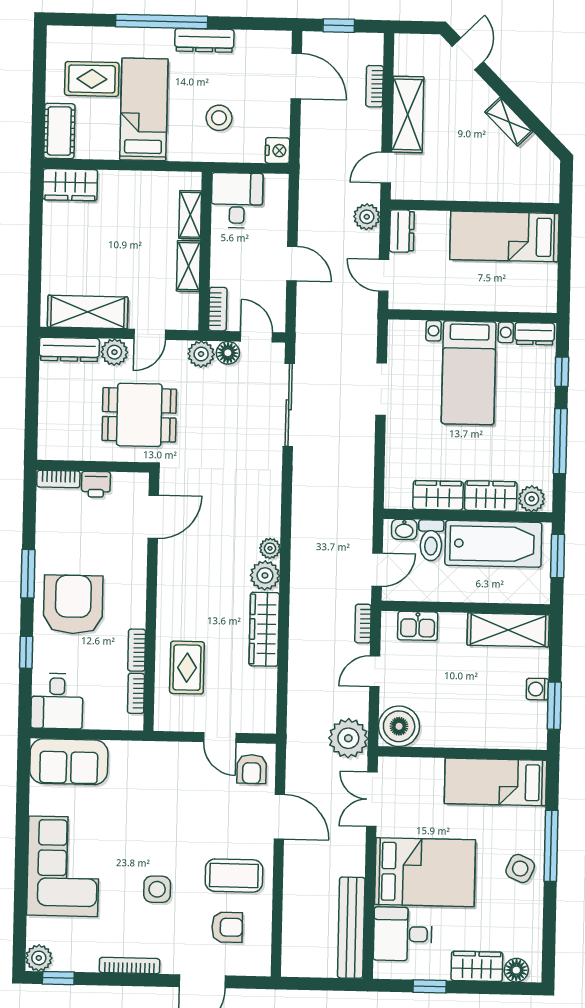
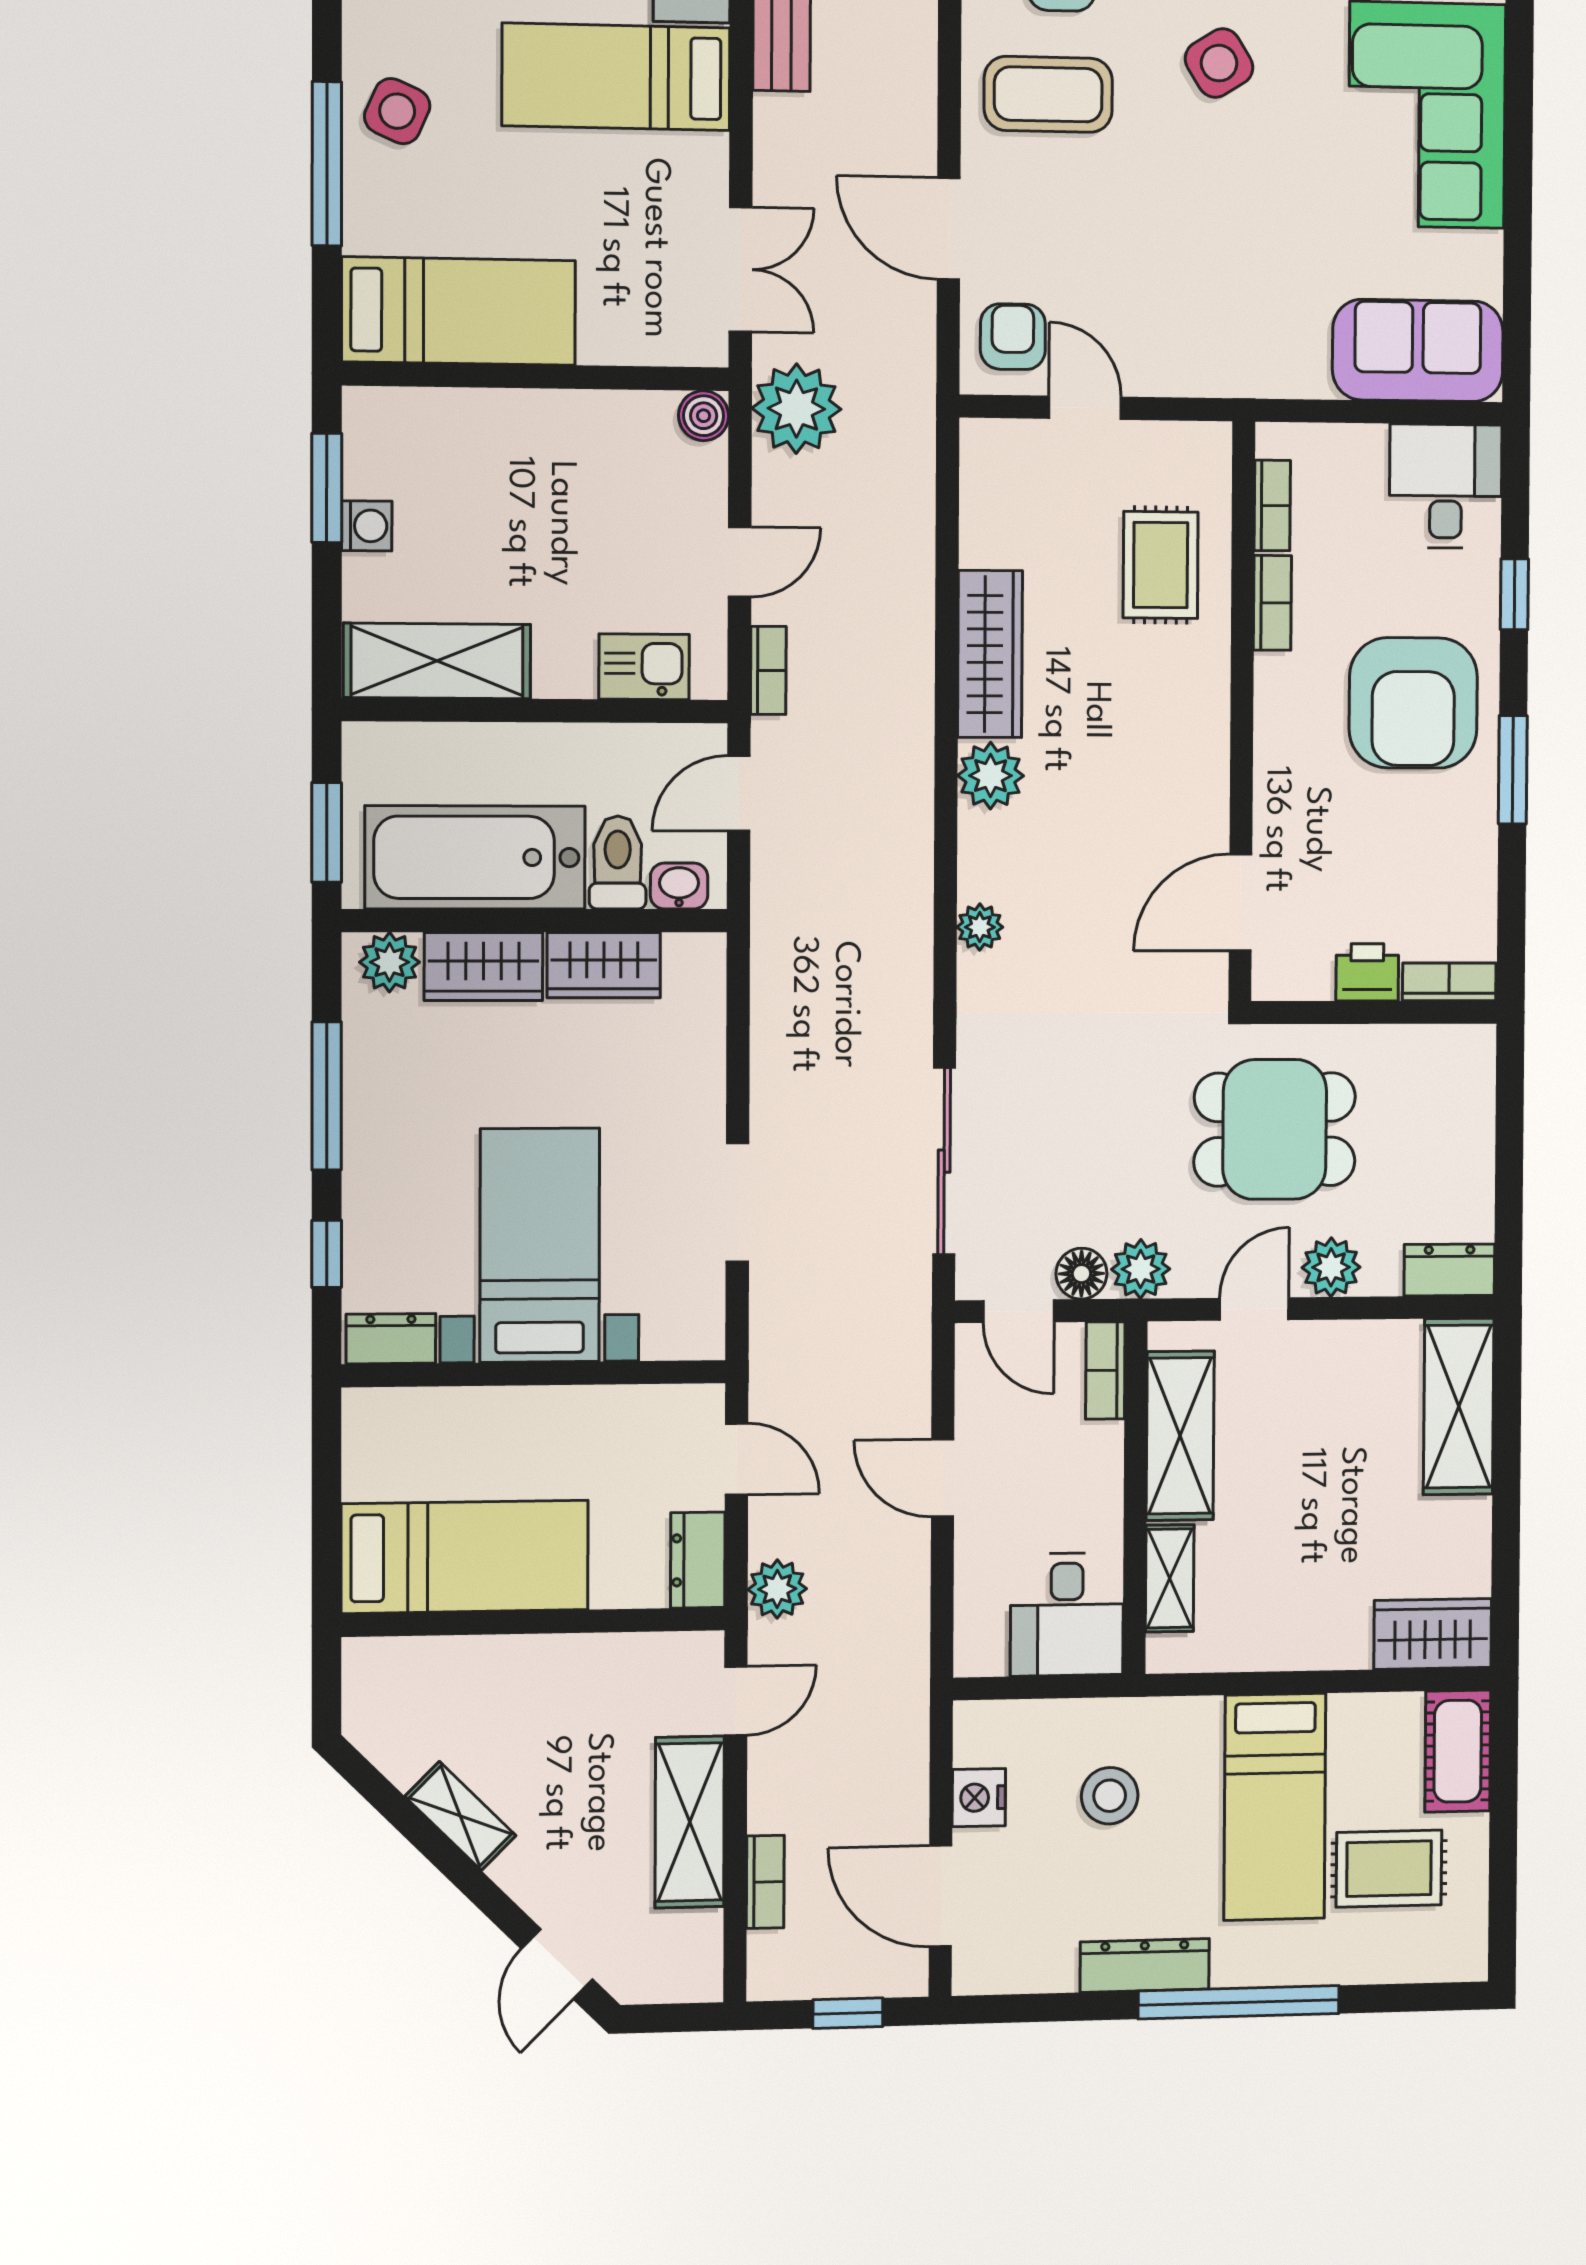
nightstand: (277, 151) -> (979, 1798), moved
shelving: (188, 266) -> (1180, 1436), width x1.50, depth x1.33
shelving: (88, 312) -> (1459, 1406), moved, turned 90
dresser: (69, 349) -> (1449, 1270), width x0.70
plant: (270, 548) -> (980, 927), moved
boiler: (399, 726) -> (704, 416), width x0.54, depth x0.54
bed: (425, 872) -> (616, 77), width x0.67
side table: (157, 889) -> (1219, 63), turned -32

